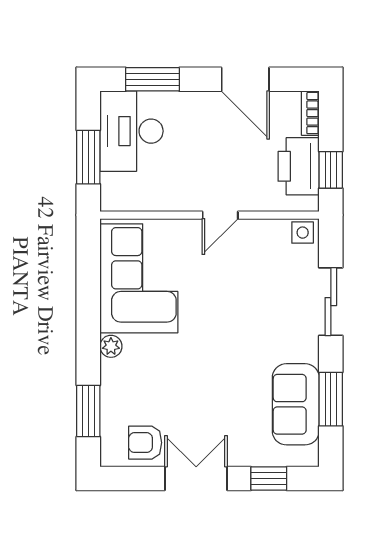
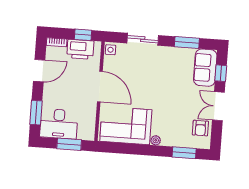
door: (220, 215) -> (100, 87), width x1.87
sofa: (296, 404) -> (205, 68), moved, turned 90

